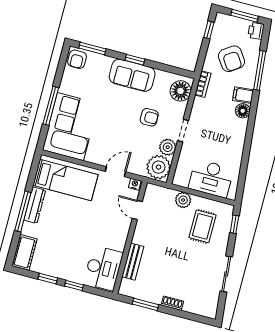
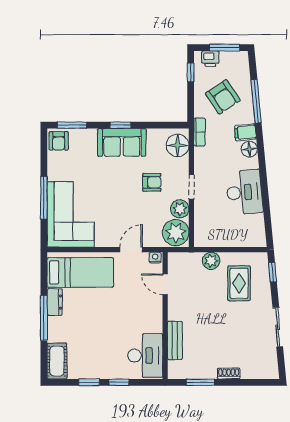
printer: (256, 31) -> (210, 59), moved, turned -85
desk: (211, 178) -> (244, 192), moved, turned -95
dresser: (35, 205) -> (55, 302), width x0.70

